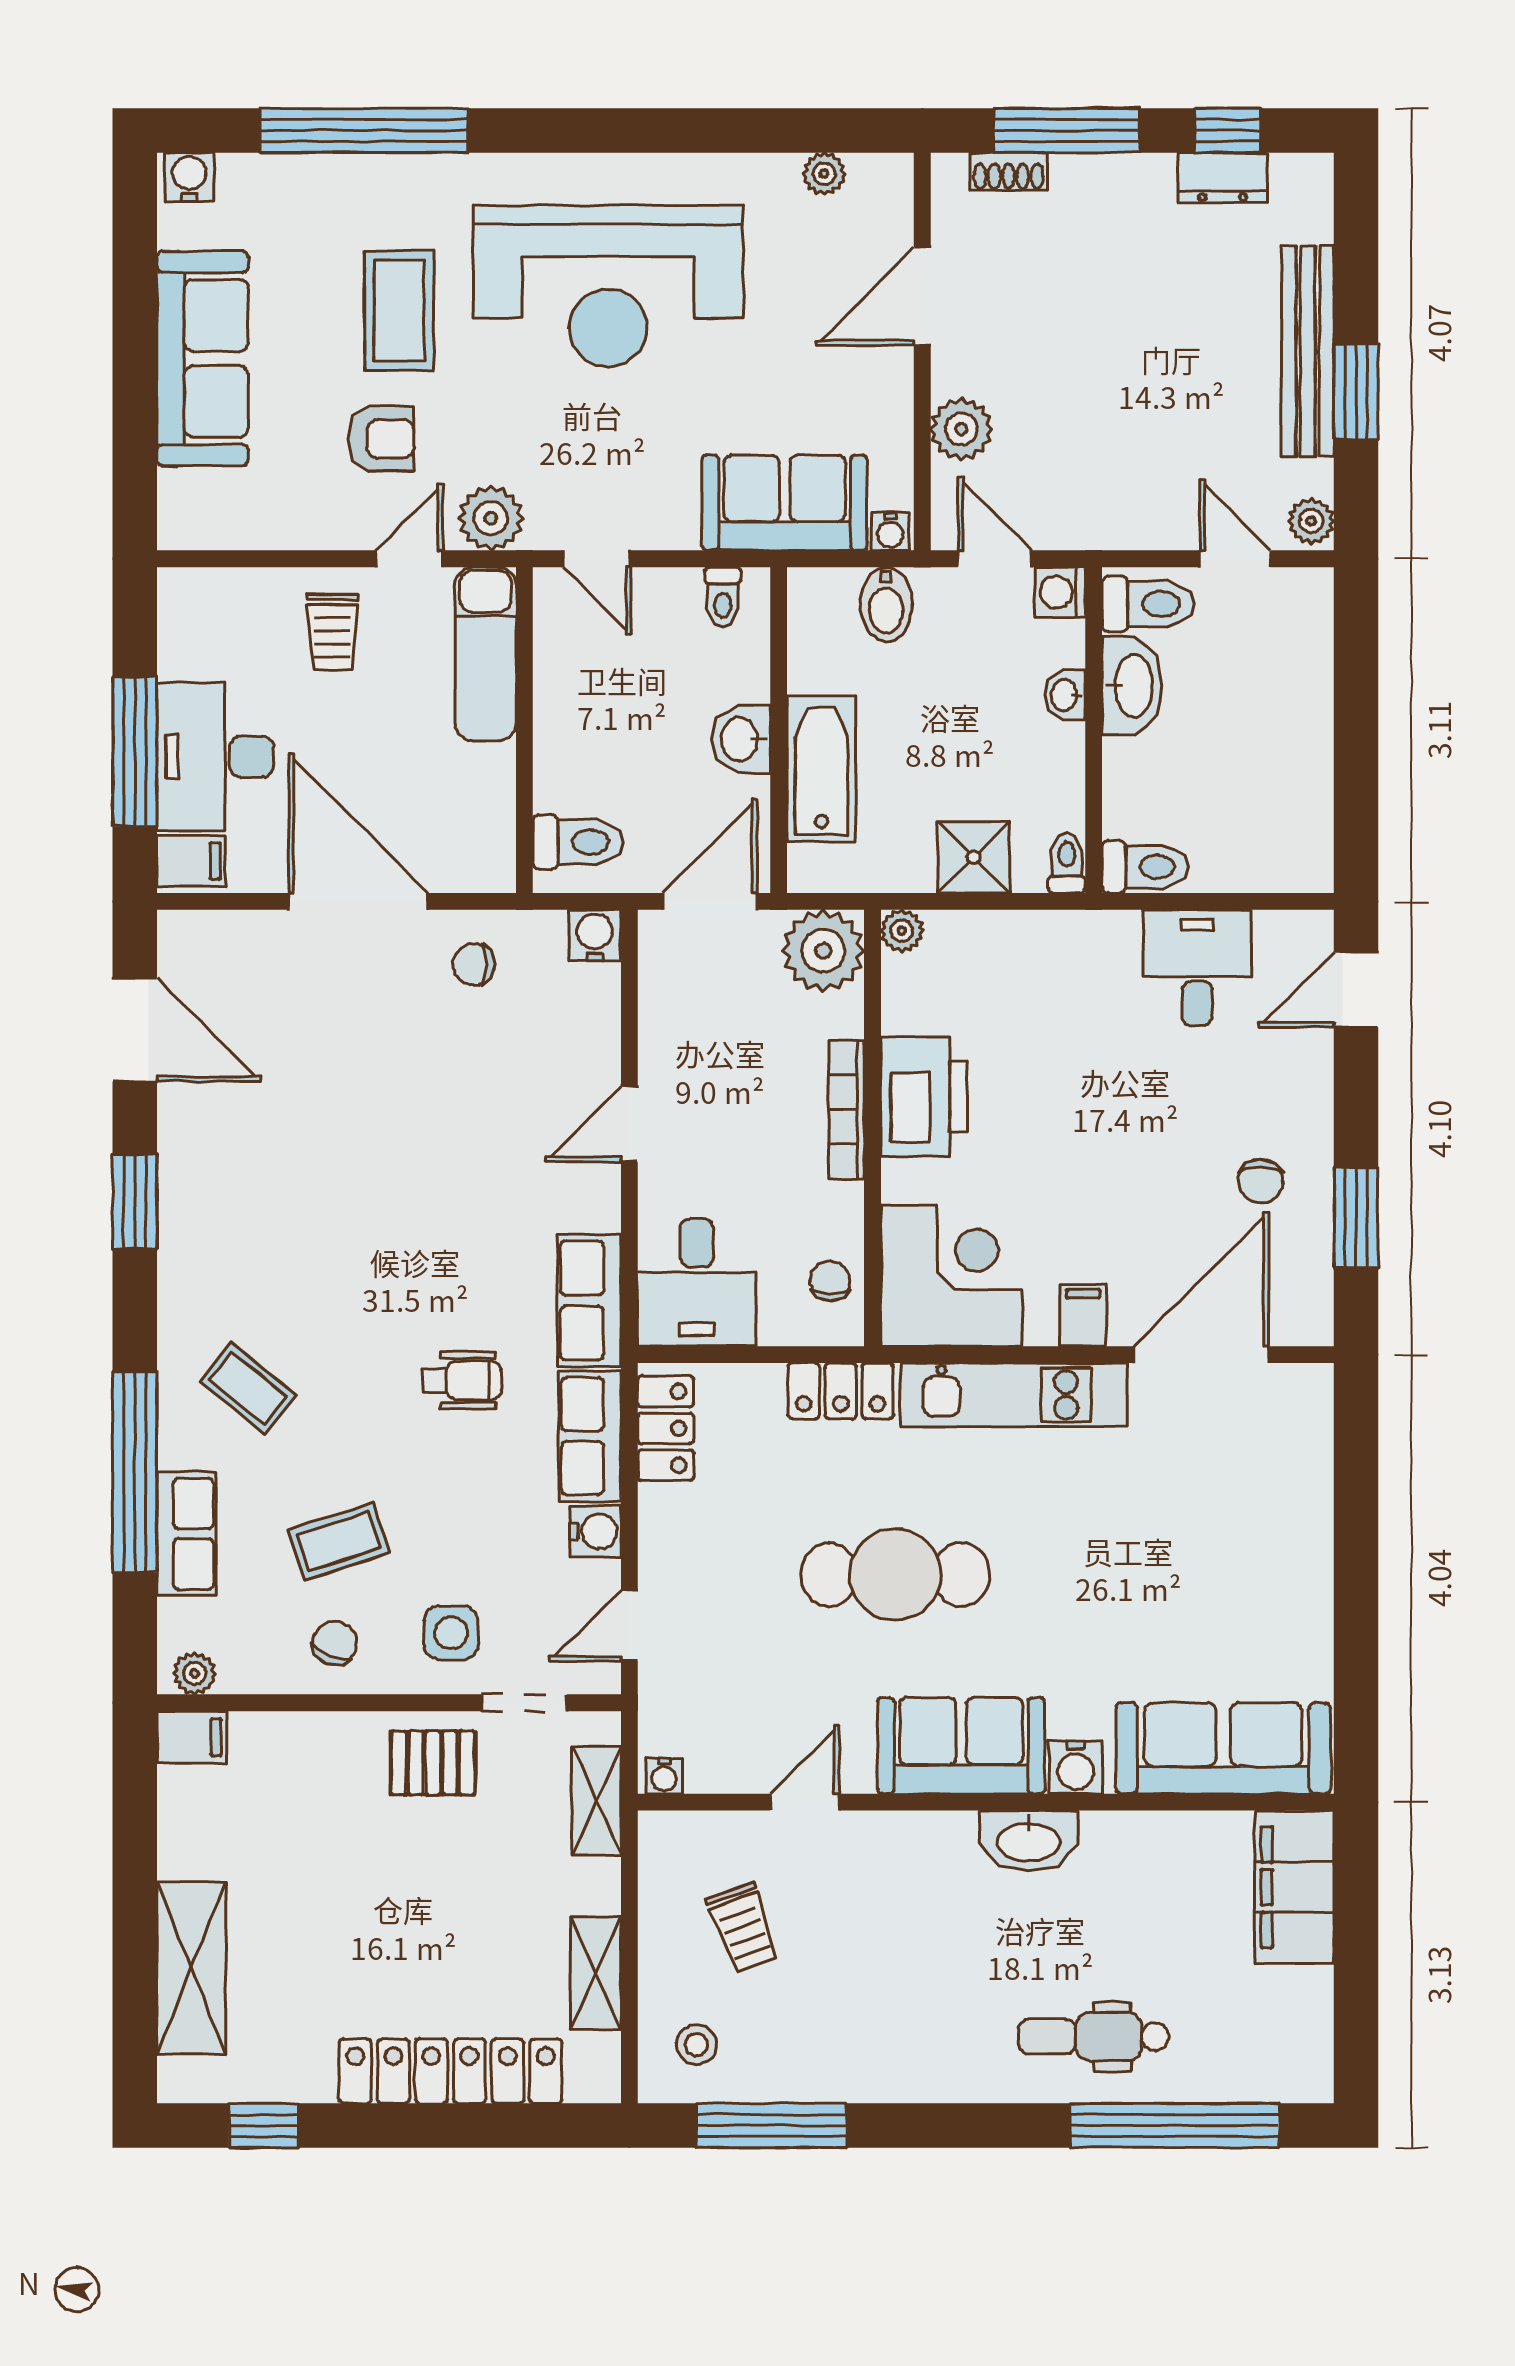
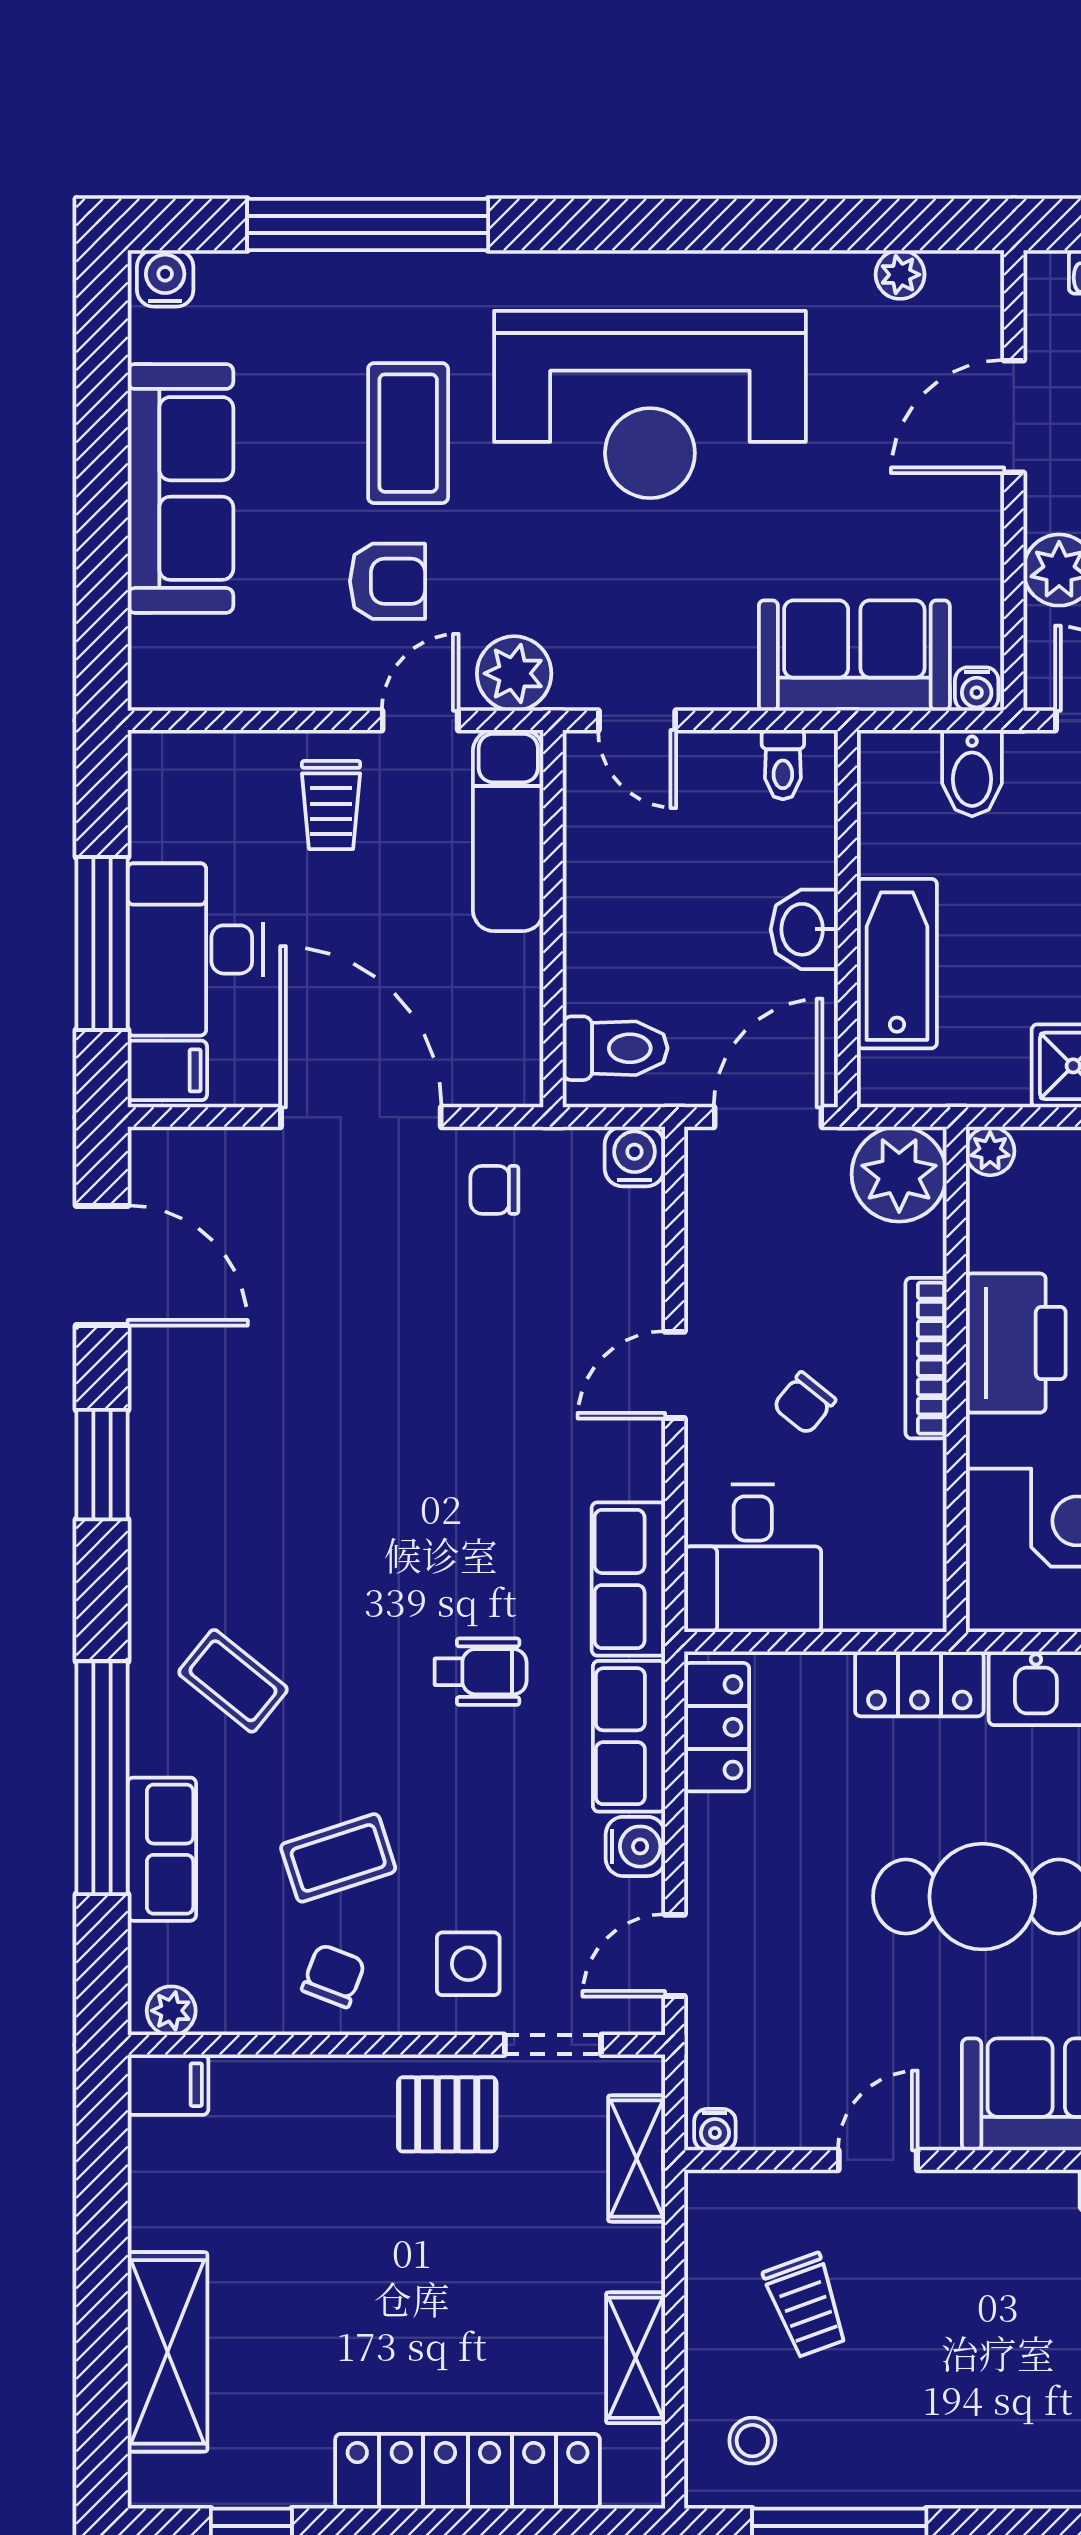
chair: (830, 1281) -> (804, 1403), moved, turned -141

